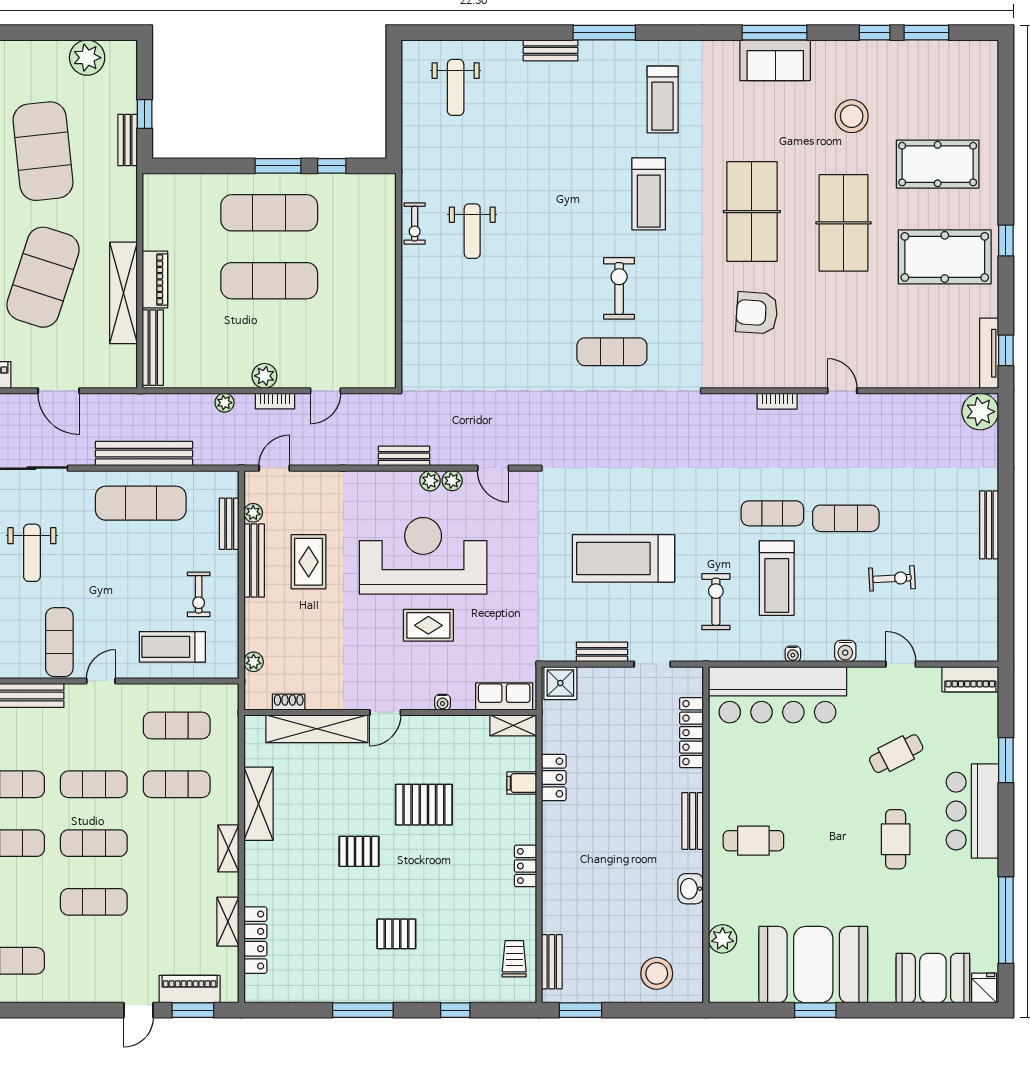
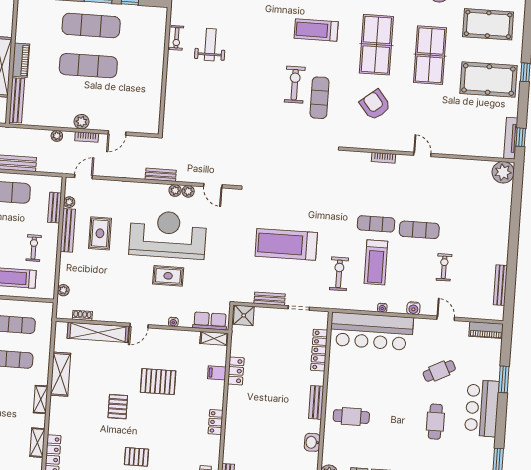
treadmill: (649, 194) -> (316, 30), turned 90
weight bench: (472, 231) -> (210, 45), turned 180
armchair: (757, 313) -> (375, 105), turned 47
exercise mat: (612, 352) -> (320, 98), moved, turned 90
bench: (989, 525) -> (500, 285), moved
exercise bike: (892, 578) -> (444, 267), turned -87
exercise bike: (199, 594) -> (34, 248), turned 180
pallet: (359, 851) -> (118, 407), turned 90

